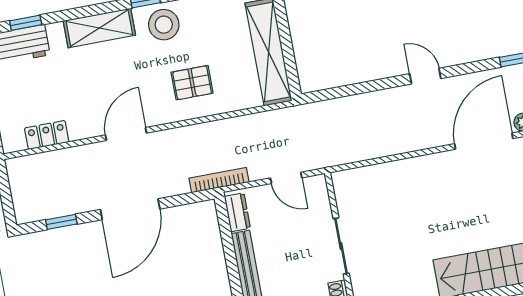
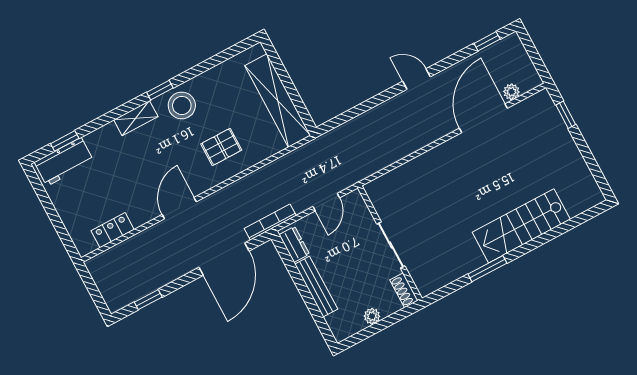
shelving: (99, 28) -> (136, 118), width x0.67, depth x0.75
door: (286, 178) -> (326, 202), hinge flipped
door: (130, 209) -> (224, 259), moved

